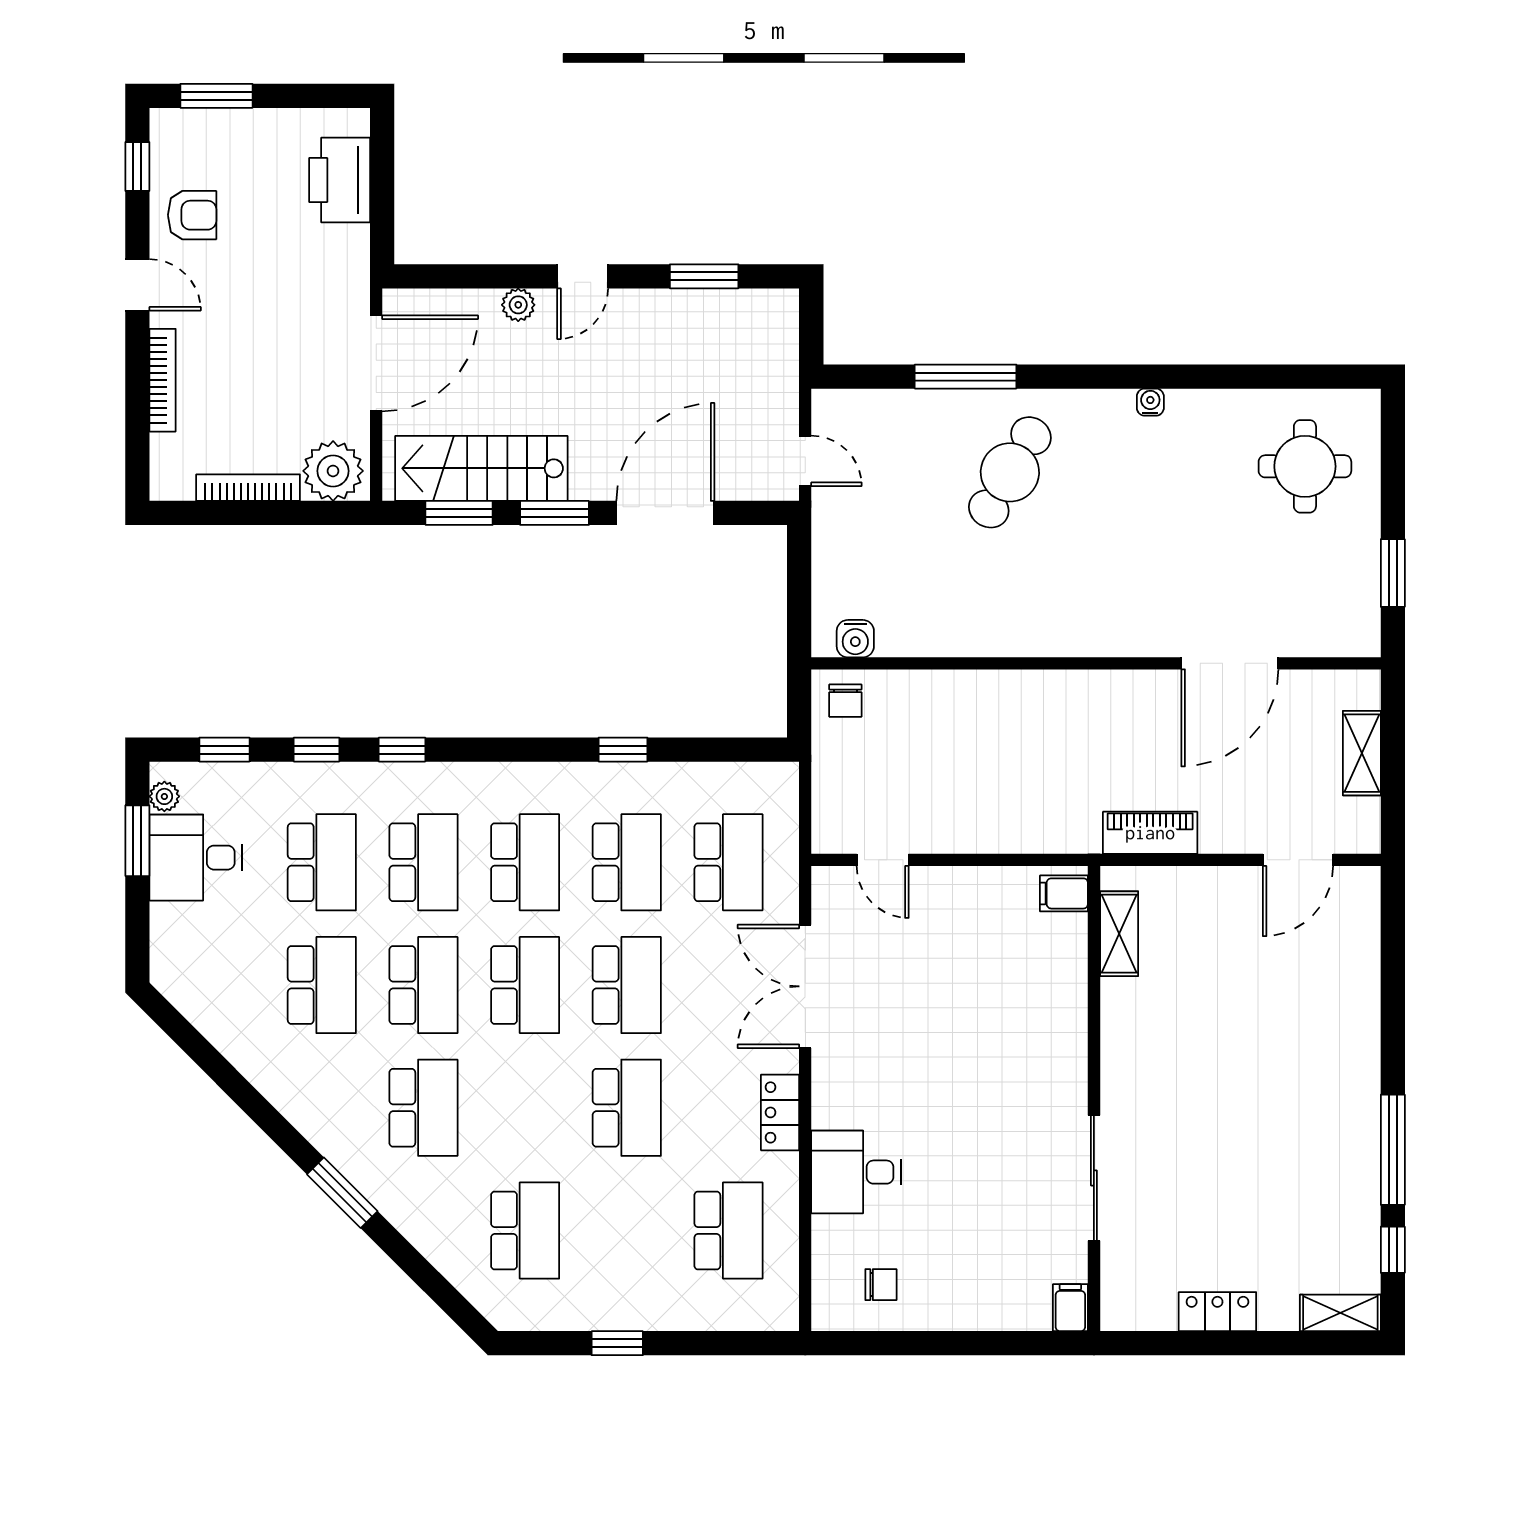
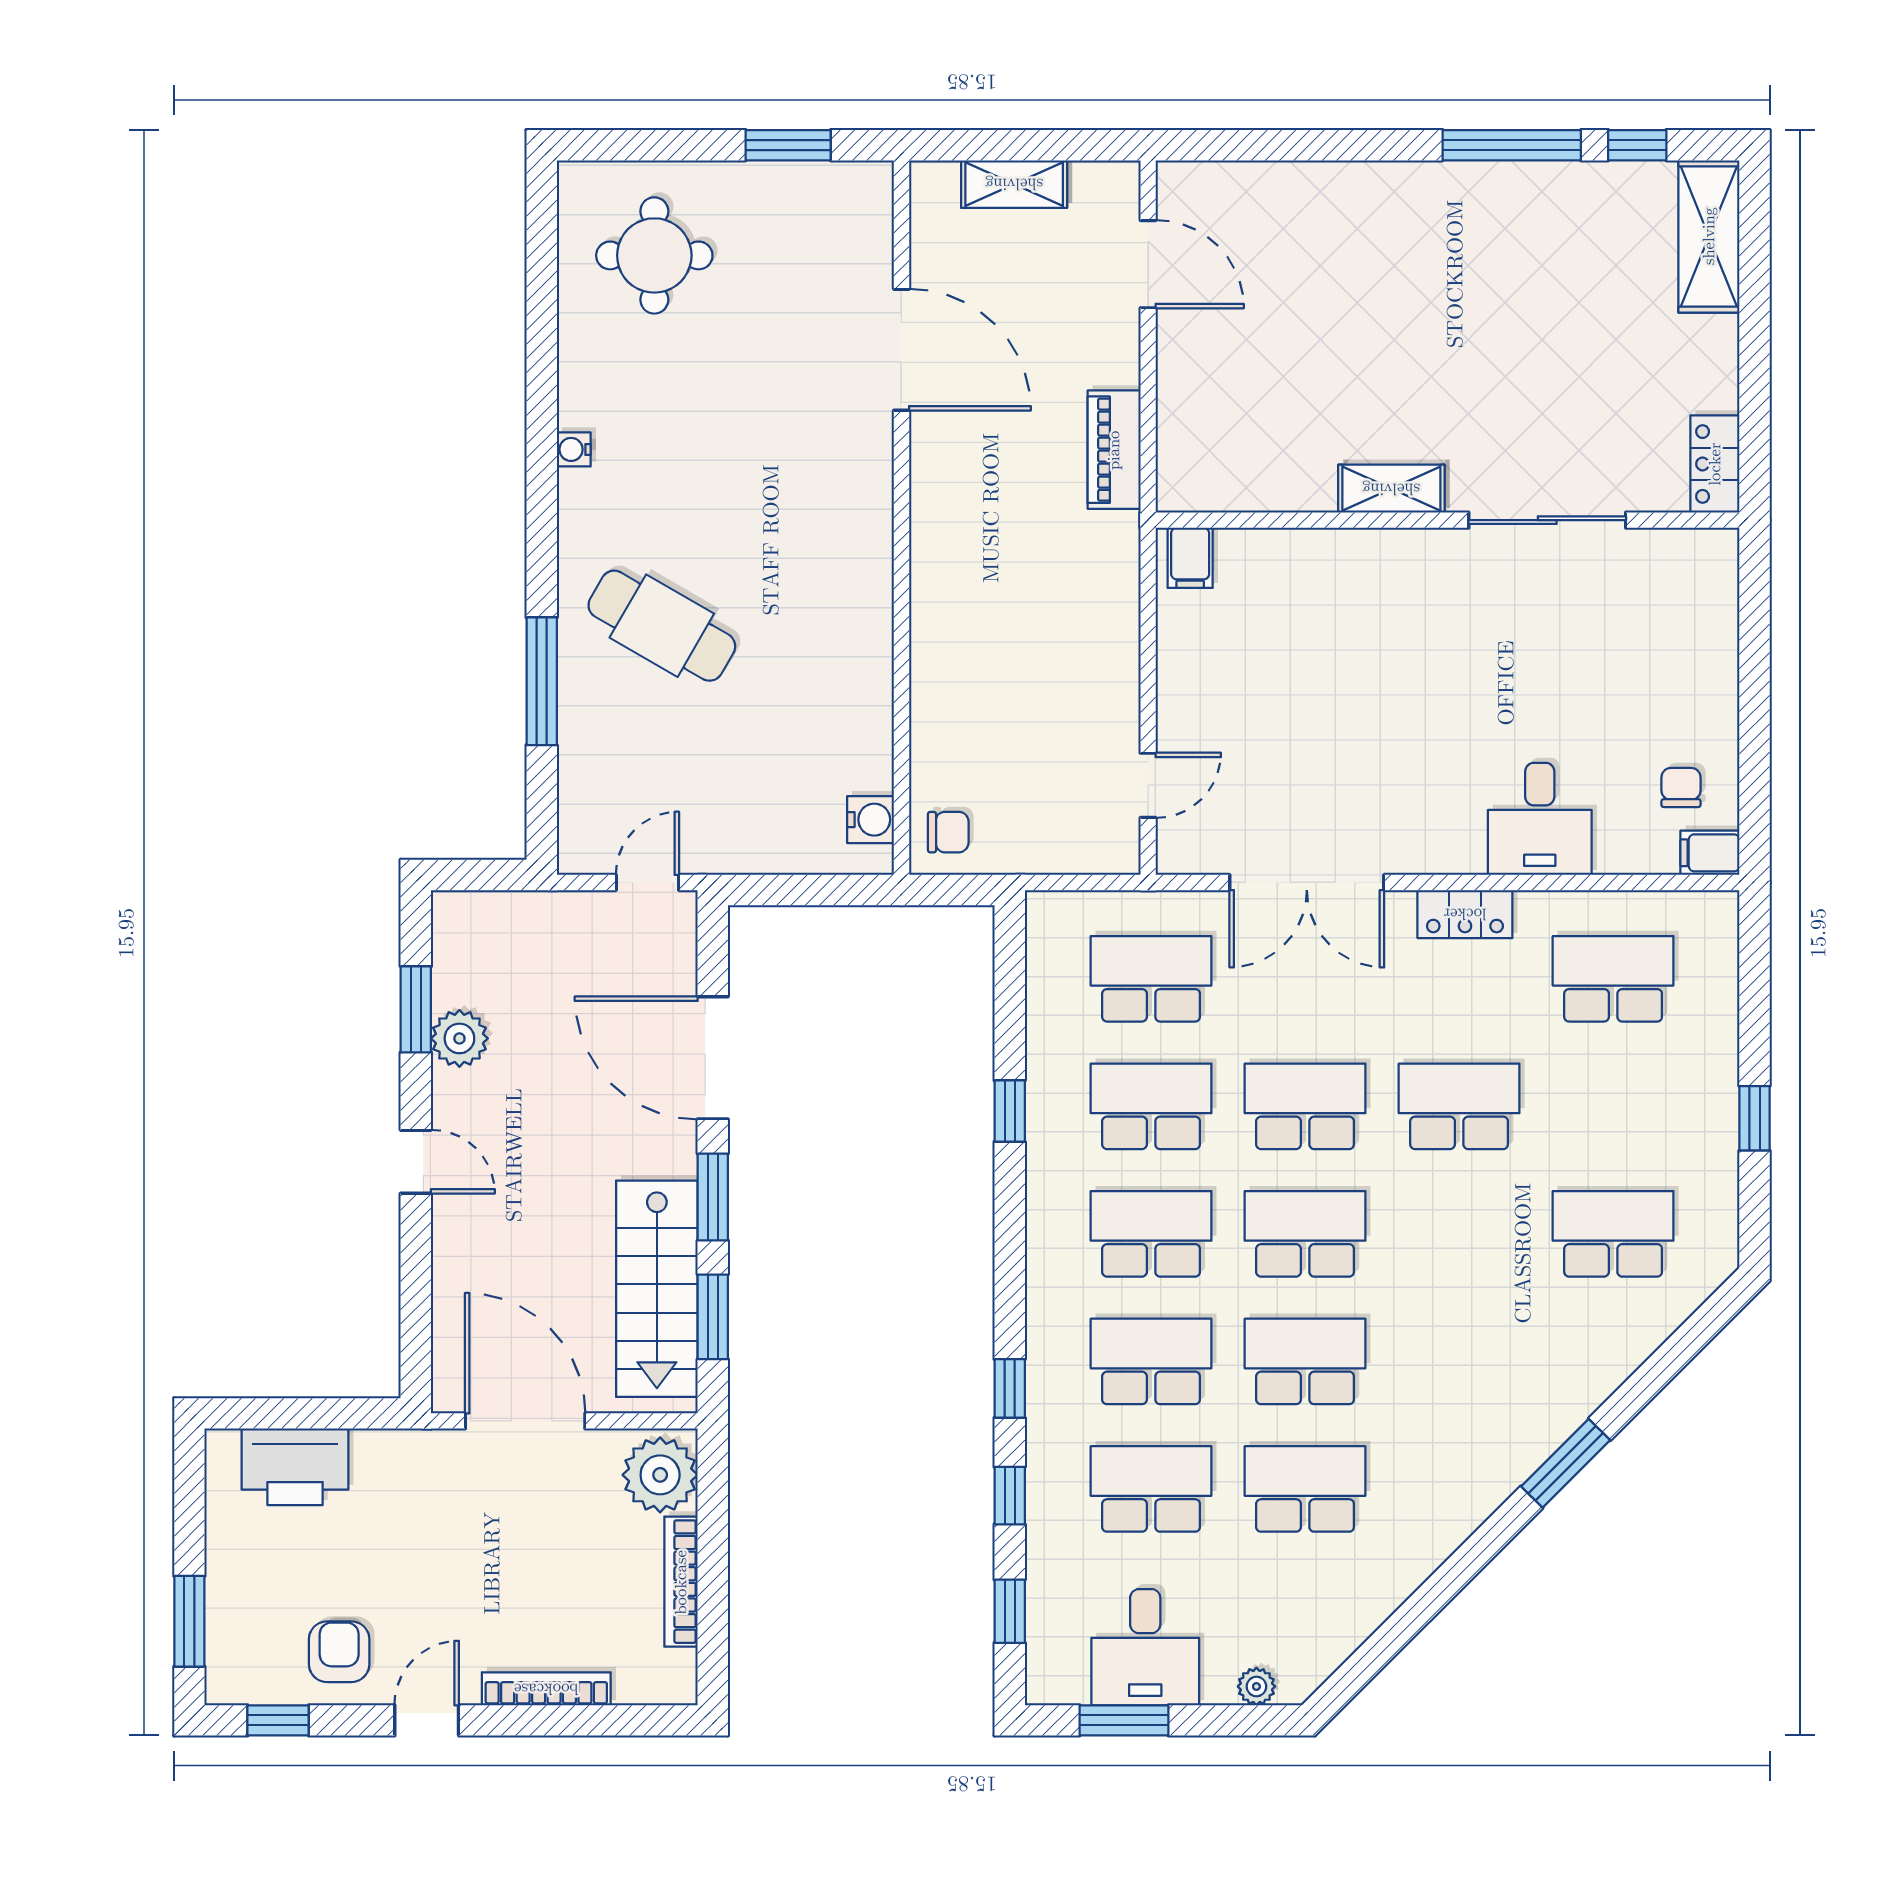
plant: (518, 305) -> (459, 1038), moved, width x1.38, depth x1.38
plant: (164, 796) -> (1256, 1686), moved
shelving: (1119, 934) -> (1391, 489), moved
school desk: (423, 1108) -> (1459, 1361), removed
filing cabinet: (1070, 1308) -> (1710, 853), moved
locker: (1217, 1312) -> (1715, 464), moved
shelving: (1340, 1313) -> (1709, 236), width x1.50, depth x1.33

